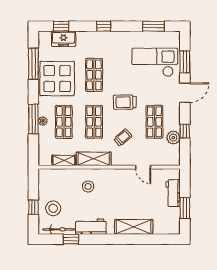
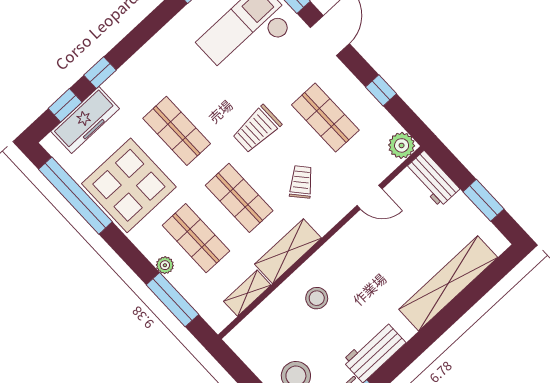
window: (104, 26) -> (100, 73), moved
freezer: (64, 39) -> (85, 120), width x1.40
window: (33, 64) -> (75, 196), width x1.46
window: (33, 119) -> (172, 300), moved
plant: (173, 138) -> (402, 145), moved
workbench: (173, 193) -> (432, 179), moved
shelving: (134, 227) -> (448, 283), width x1.47

